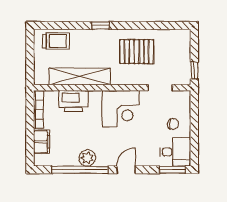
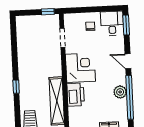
pallet: (137, 52) -> (35, 57), removed
printer: (73, 101) -> (76, 95), moved

